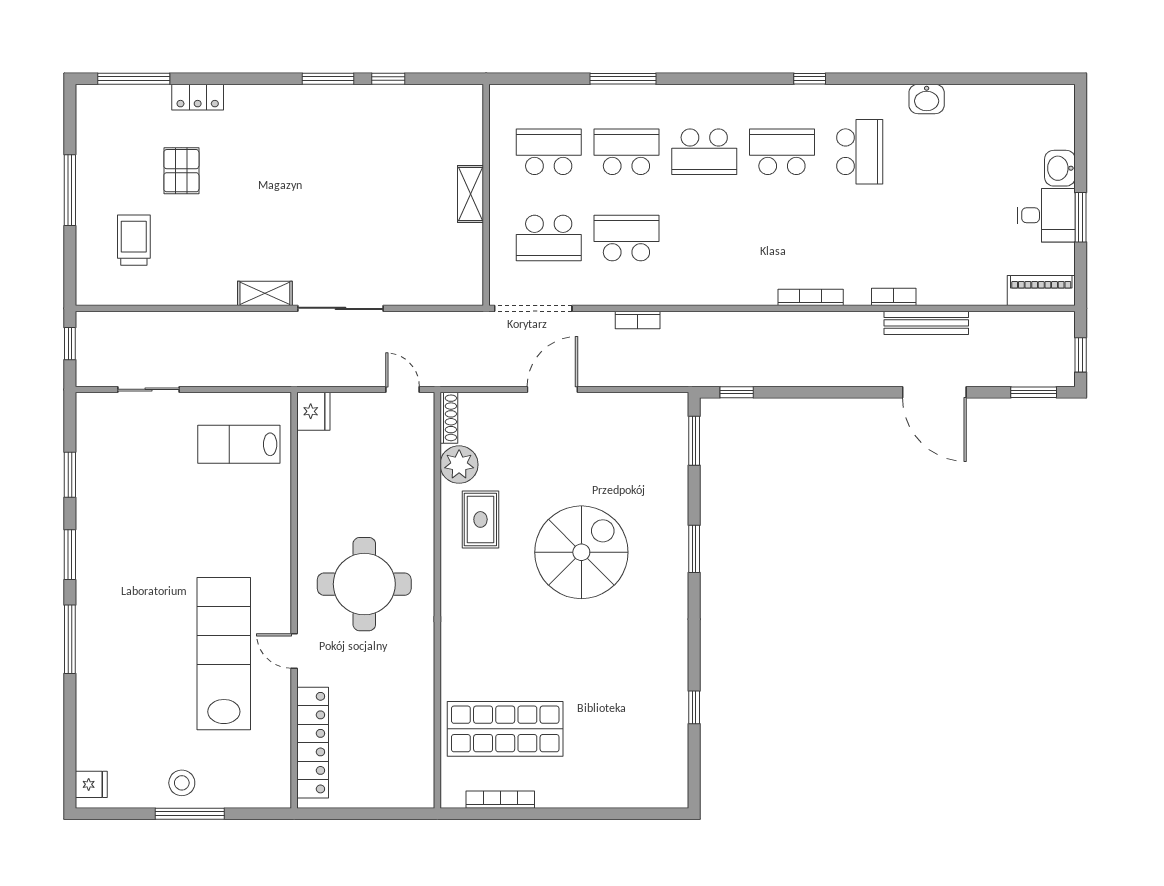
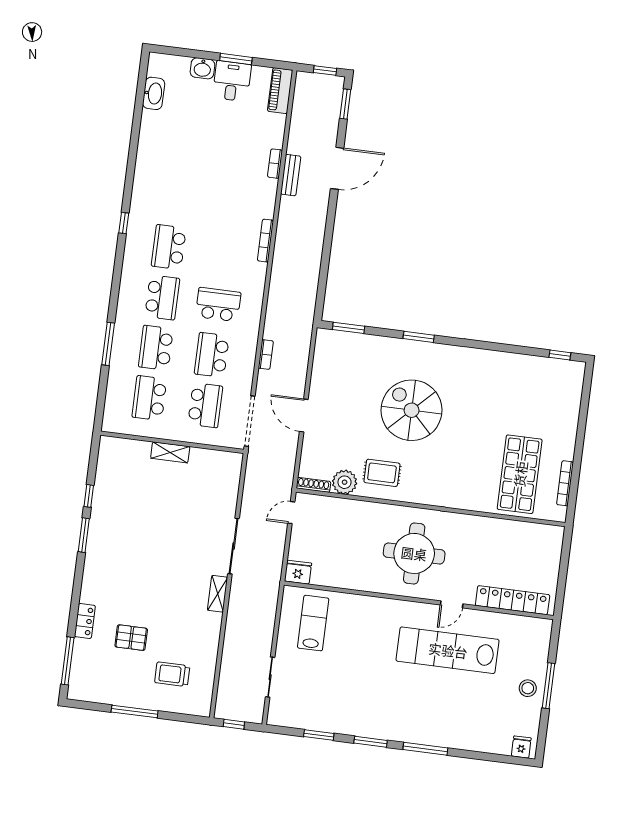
washbasin: (927, 99) -> (154, 93), moved, width x1.38
school desk: (860, 152) -> (218, 305), moved
bookcase: (894, 297) -> (275, 164), moved
bench: (926, 323) -> (291, 175), width x0.73
window: (737, 392) -> (321, 296), removed
lab bench: (239, 444) -> (313, 623), turned 180
window: (694, 707) -> (560, 355), moved

